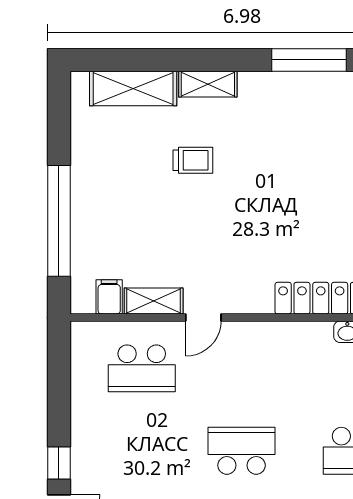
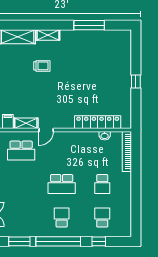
school desk: (242, 451) -> (62, 184), turned 180

